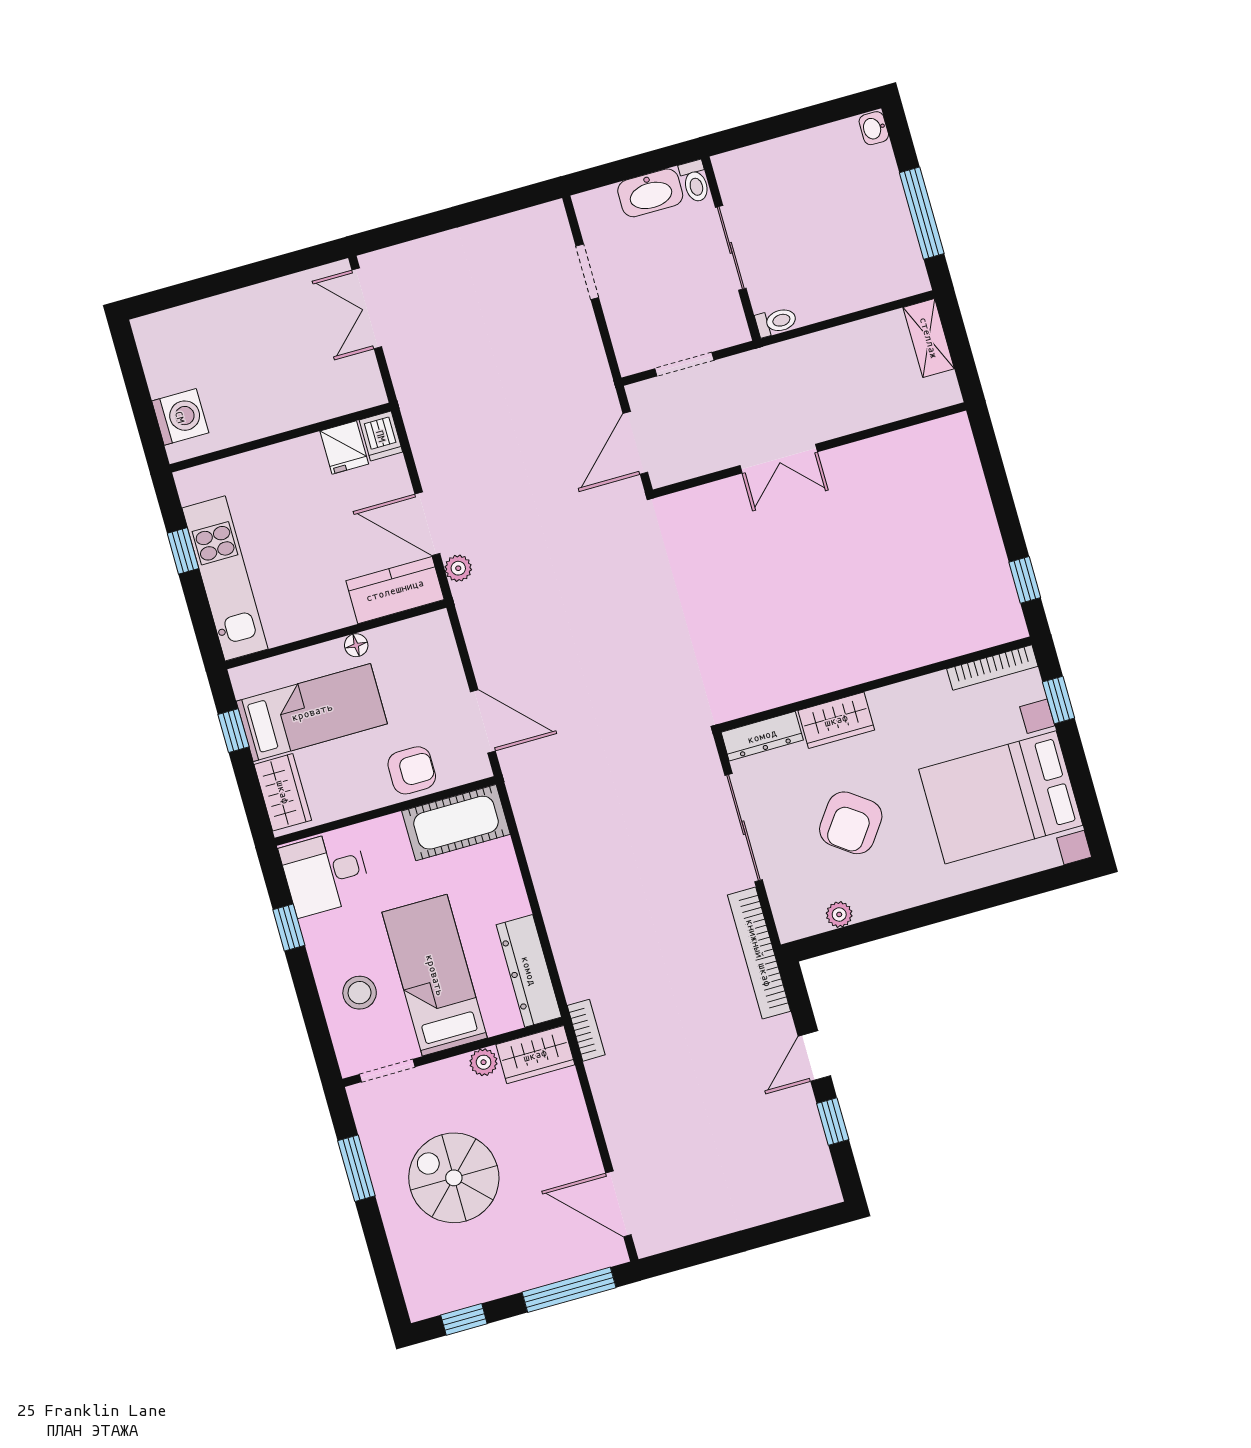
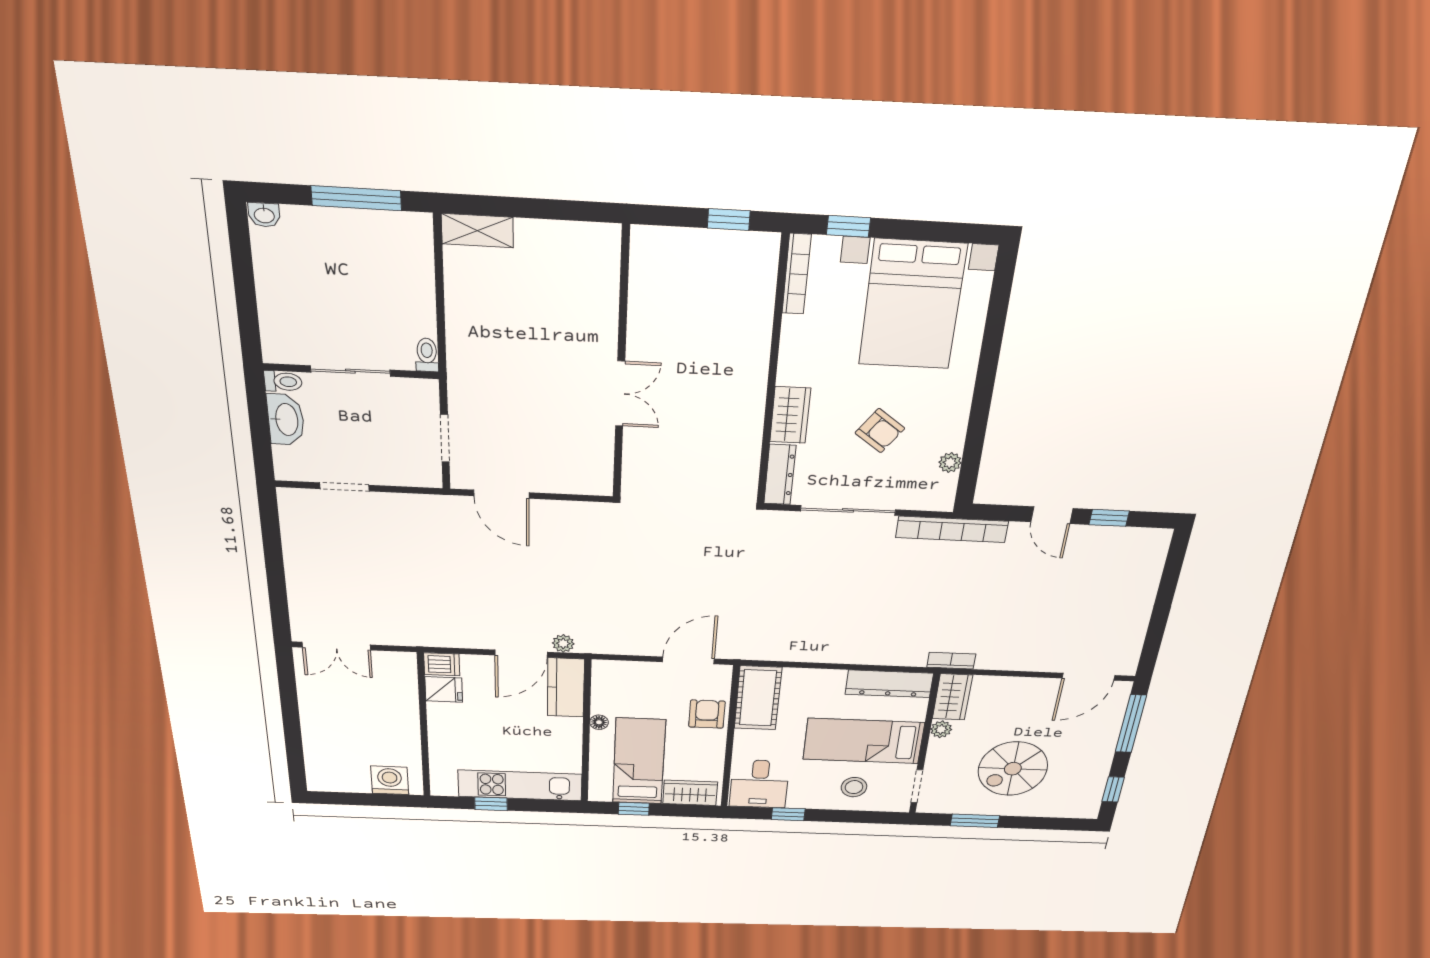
wall: (810, 450) -> (621, 367), moved
double door: (779, 459) -> (620, 394), moved
armchair: (851, 823) -> (880, 431), width x0.72, depth x0.72

